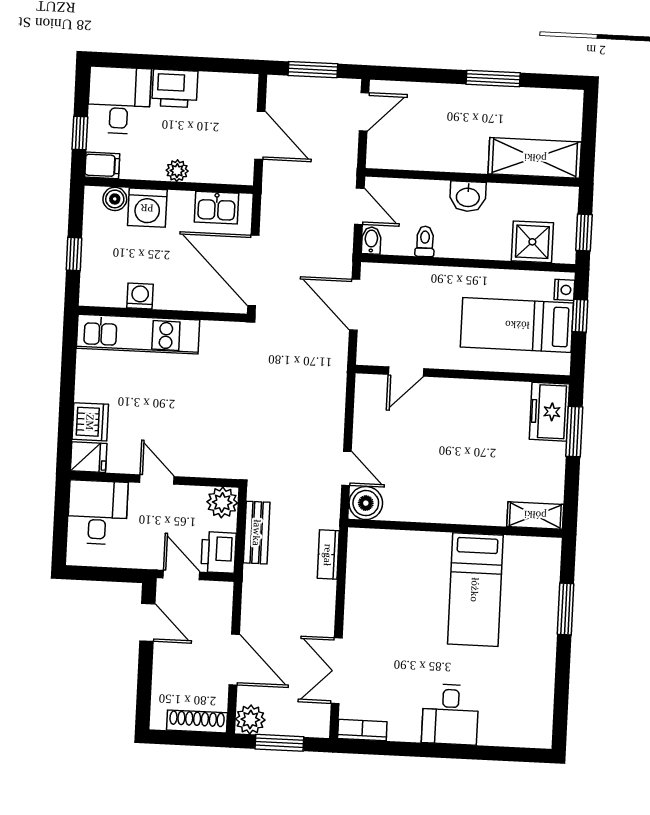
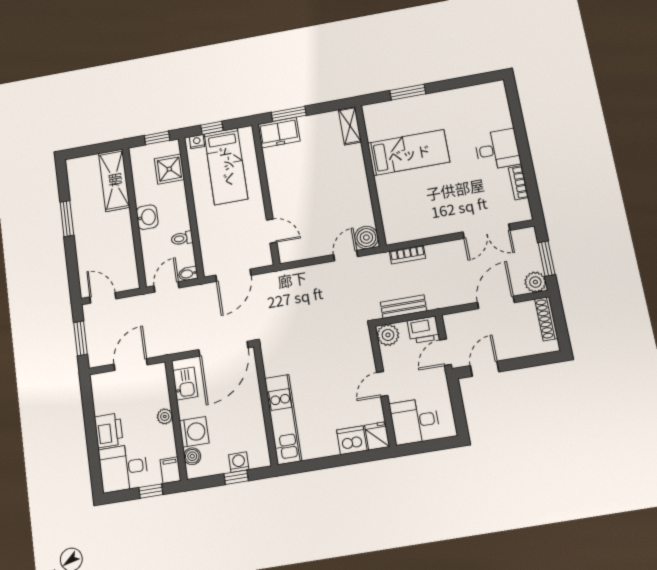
washing machine: (140, 296) -> (239, 462), moved, turned 90
bookcase: (362, 730) -> (518, 183), moved

